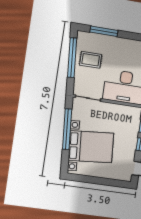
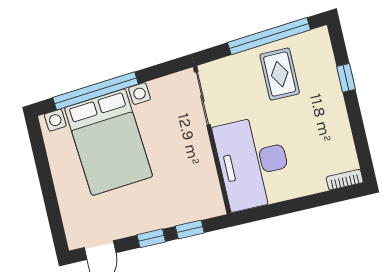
window: (104, 31) -> (346, 78), width x0.46
window: (67, 129) -> (96, 91), moved

